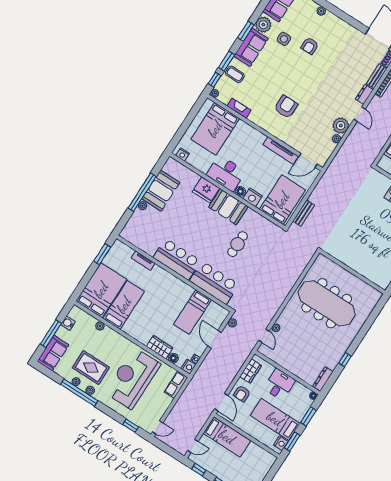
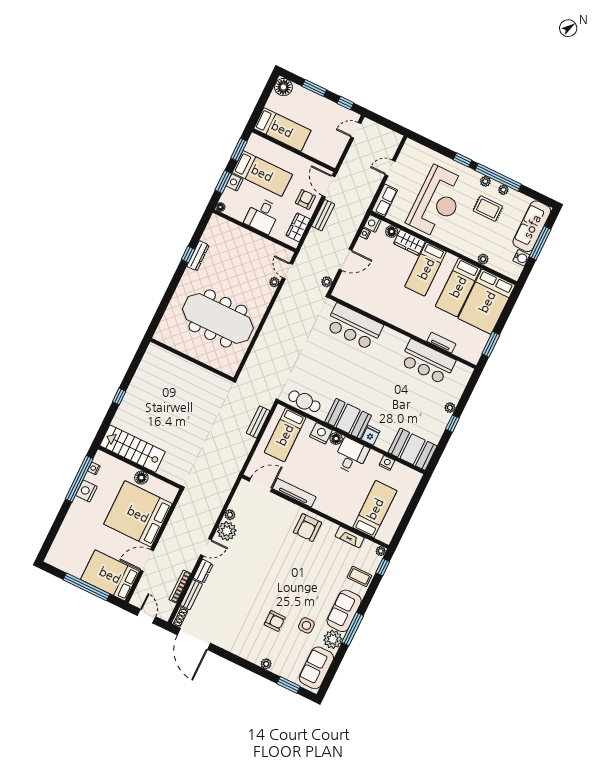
window: (246, 31) -> (353, 629), width x1.44
armchair: (310, 46) -> (275, 621), turned 90
window: (227, 61) -> (371, 591), removed
armchair: (286, 107) -> (308, 528), moved
door: (360, 114) -> (206, 547), swing flipped
bed: (215, 129) -> (375, 509), width x0.67
nightstand: (183, 154) -> (387, 463), moved
desk: (226, 173) -> (351, 456), width x0.73
fridge: (206, 190) -> (371, 435), width x0.53, depth x0.75
booth: (161, 191) -> (413, 449), moved, turned 90
window: (142, 192) -> (452, 424), width x0.32
bed: (282, 200) -> (285, 435), width x0.67
cafe table: (238, 244) -> (304, 401), moved, turned 90
bar counter: (177, 259) -> (428, 362), moved
bed: (193, 312) -> (426, 269), moved, turned 180
door: (215, 339) -> (346, 260), hinge flipped
sofa: (53, 353) -> (532, 226), width x1.36
rug: (91, 368) -> (488, 209), width x0.73, depth x0.70
bench: (229, 379) -> (323, 215), added
dresser: (323, 379) -> (198, 256), moved
window: (131, 426) -> (463, 160), moved
door: (158, 427) -> (390, 168), moved
bed: (227, 437) -> (282, 129), moved, turned 180
nightstand: (281, 443) -> (234, 182), moved

